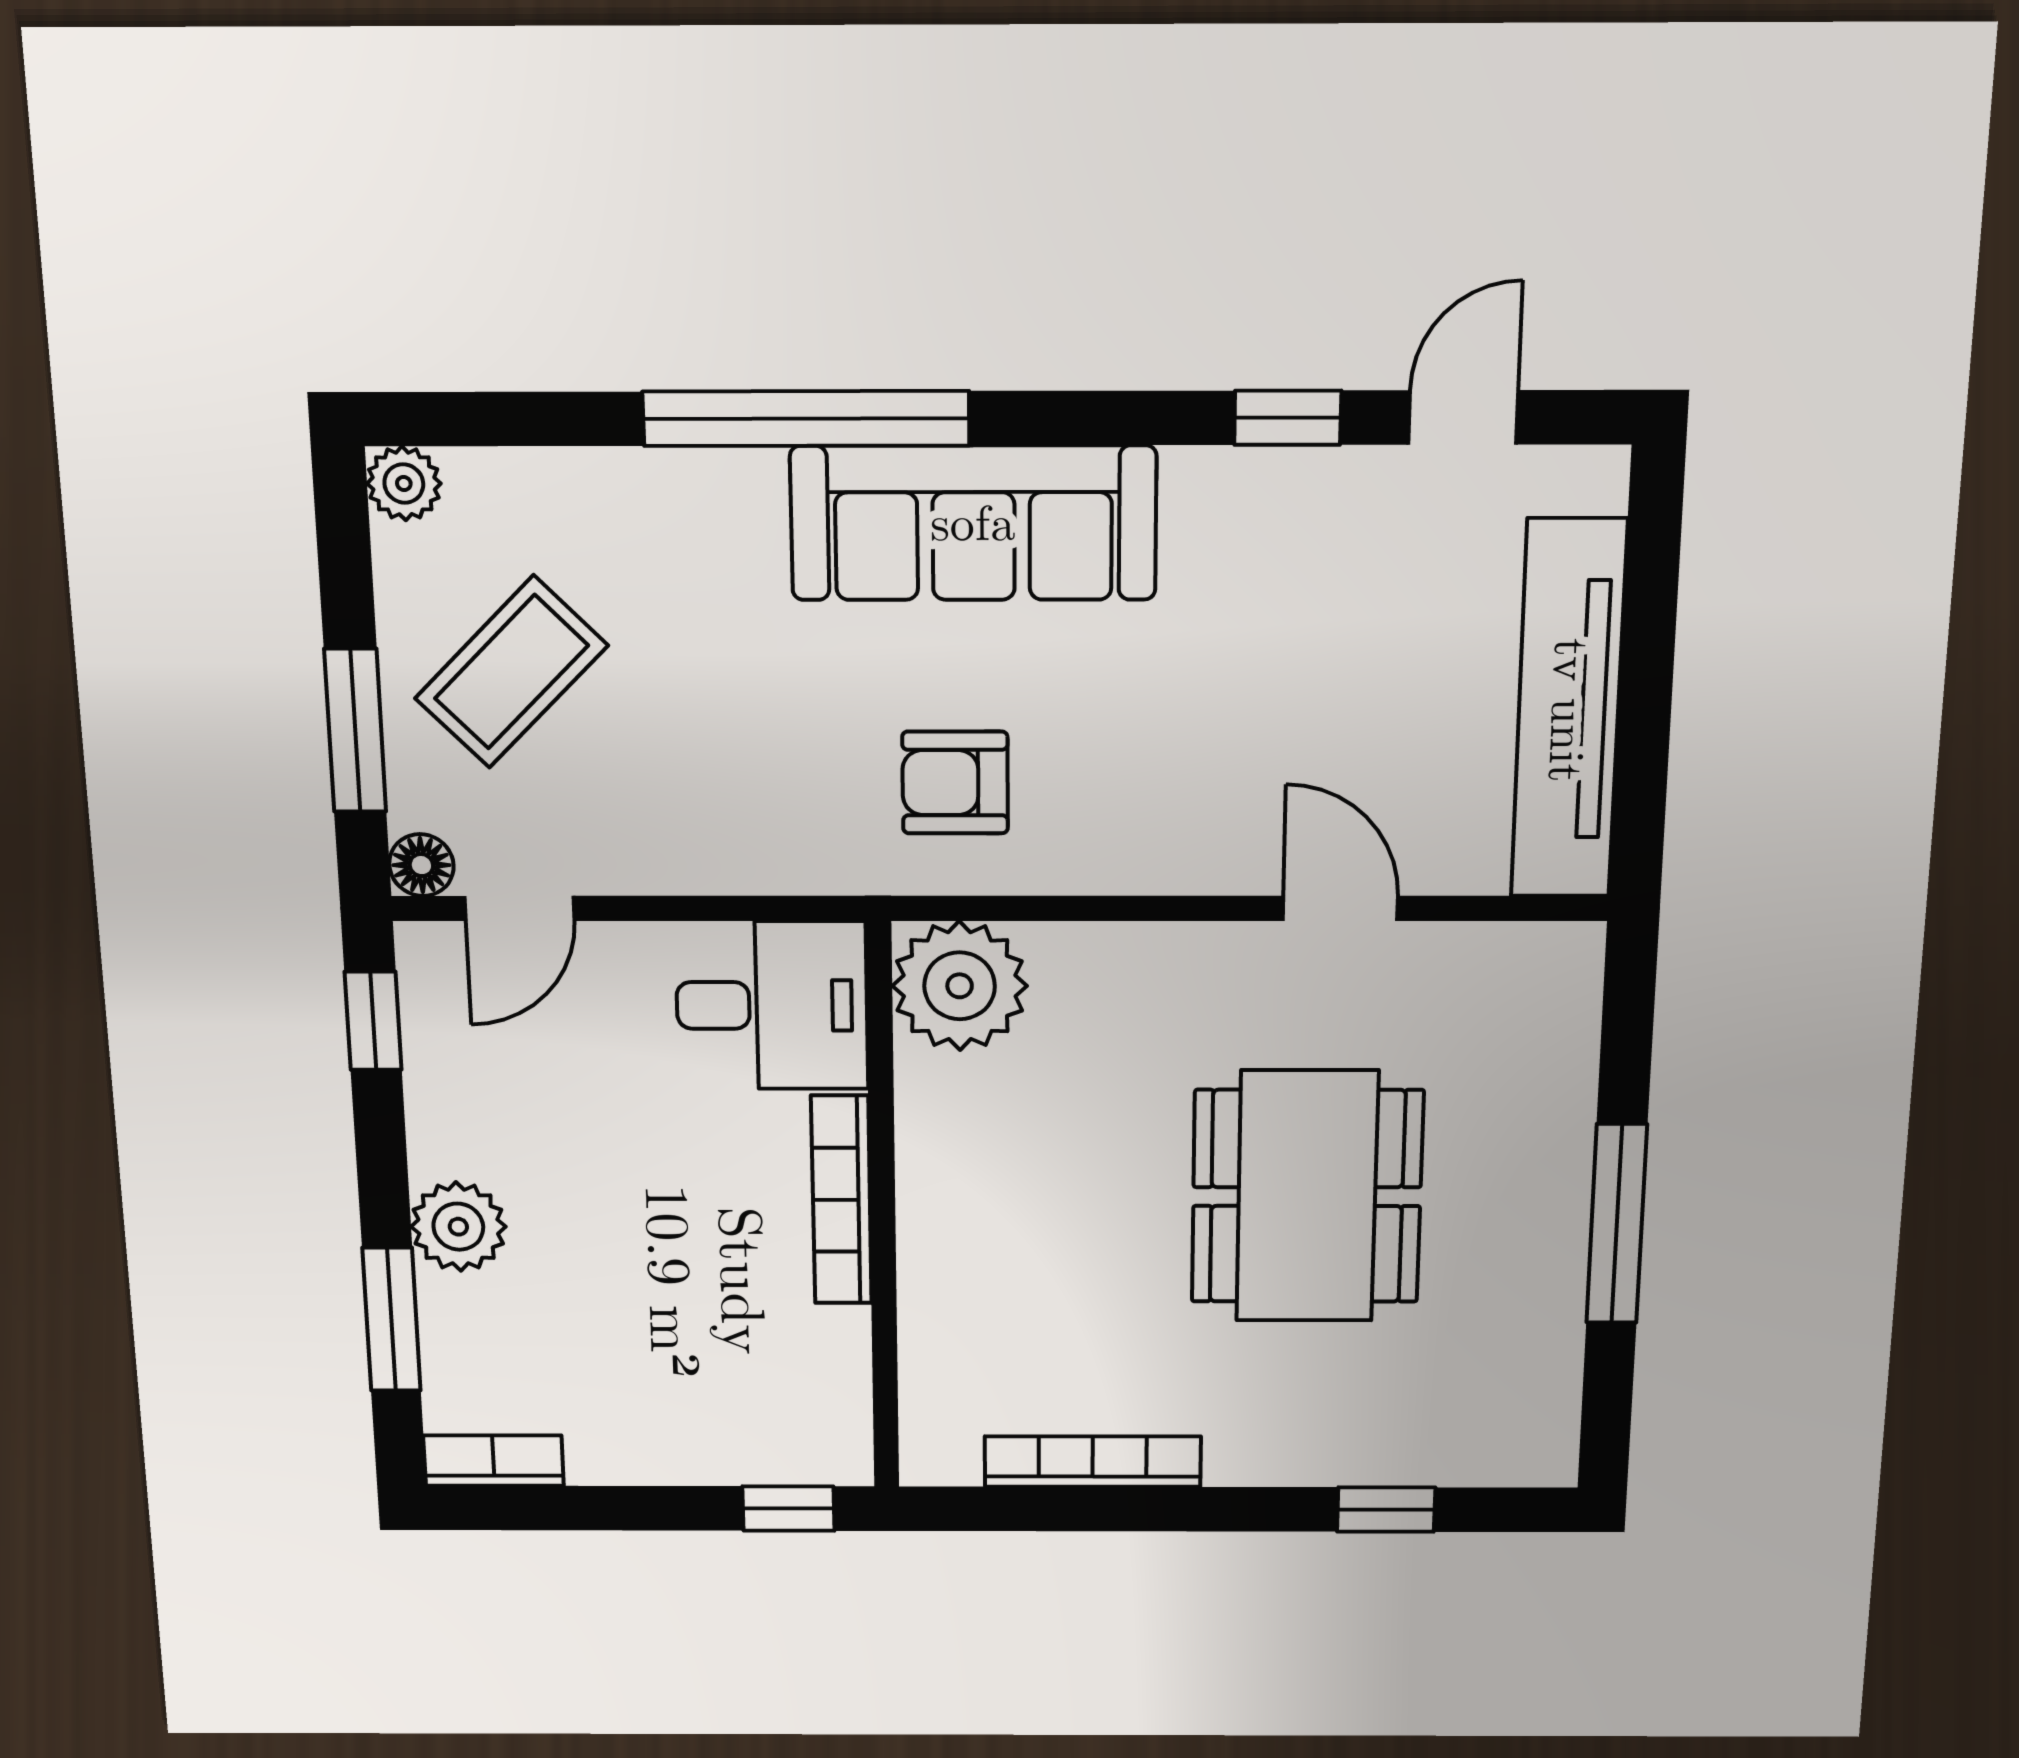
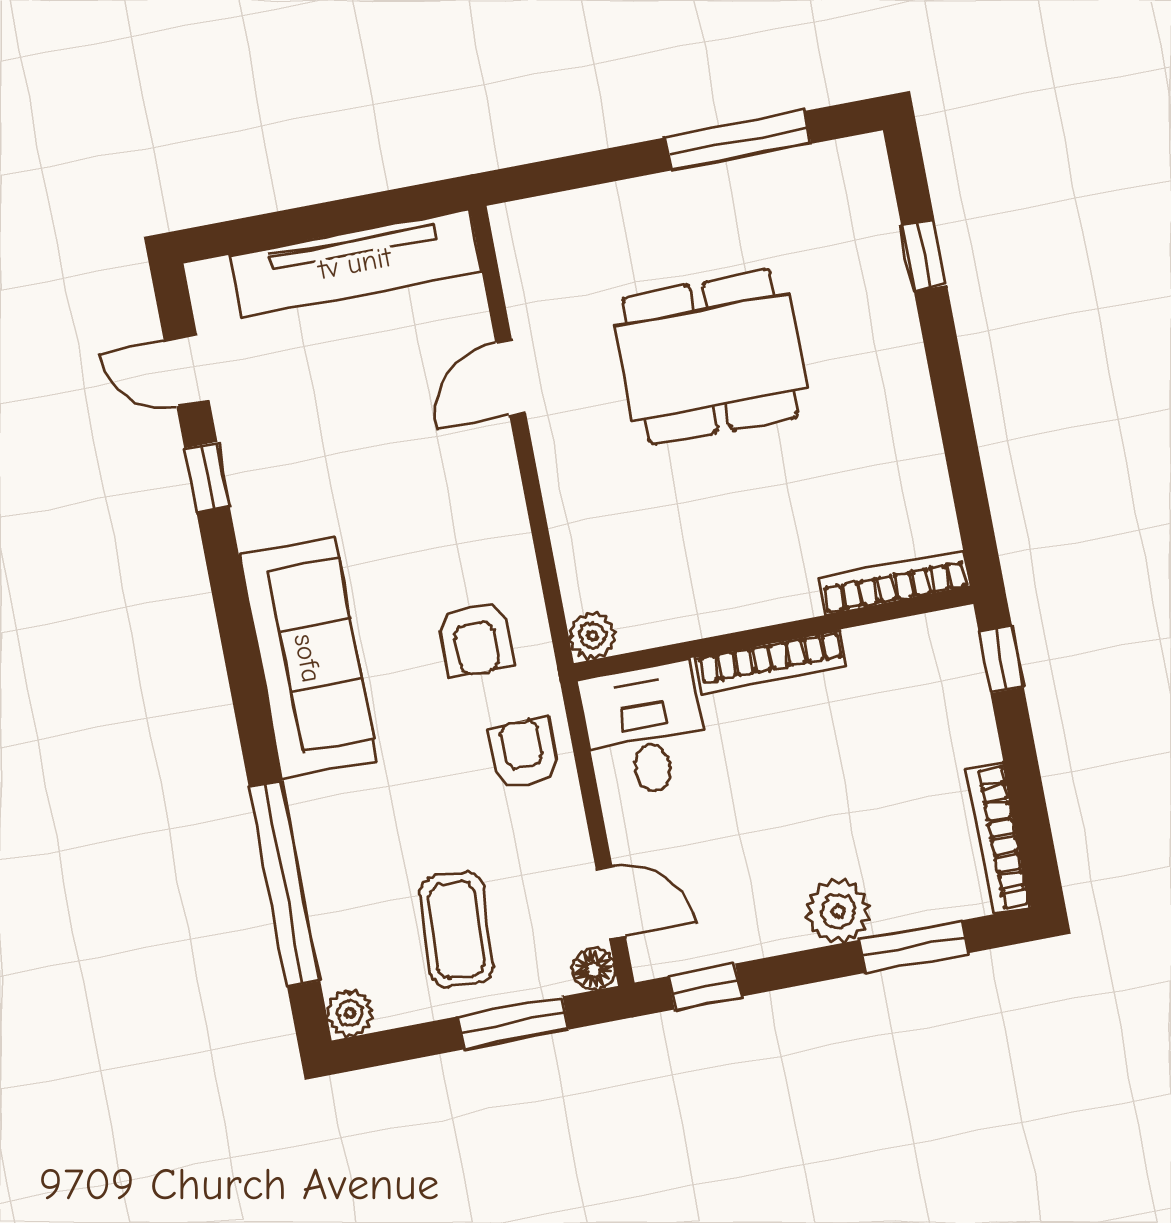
window: (806, 418) -> (285, 884), moved
coffee table: (511, 672) -> (457, 930), turned 49
armchair: (768, 822) -> (523, 753), added
plant: (960, 986) -> (592, 635), width x0.53, depth x0.53
window: (1617, 1224) -> (738, 141), moved
bookcase: (494, 1461) -> (999, 838), width x1.56
bookcase: (1093, 1462) -> (894, 583), moved, turned 90

